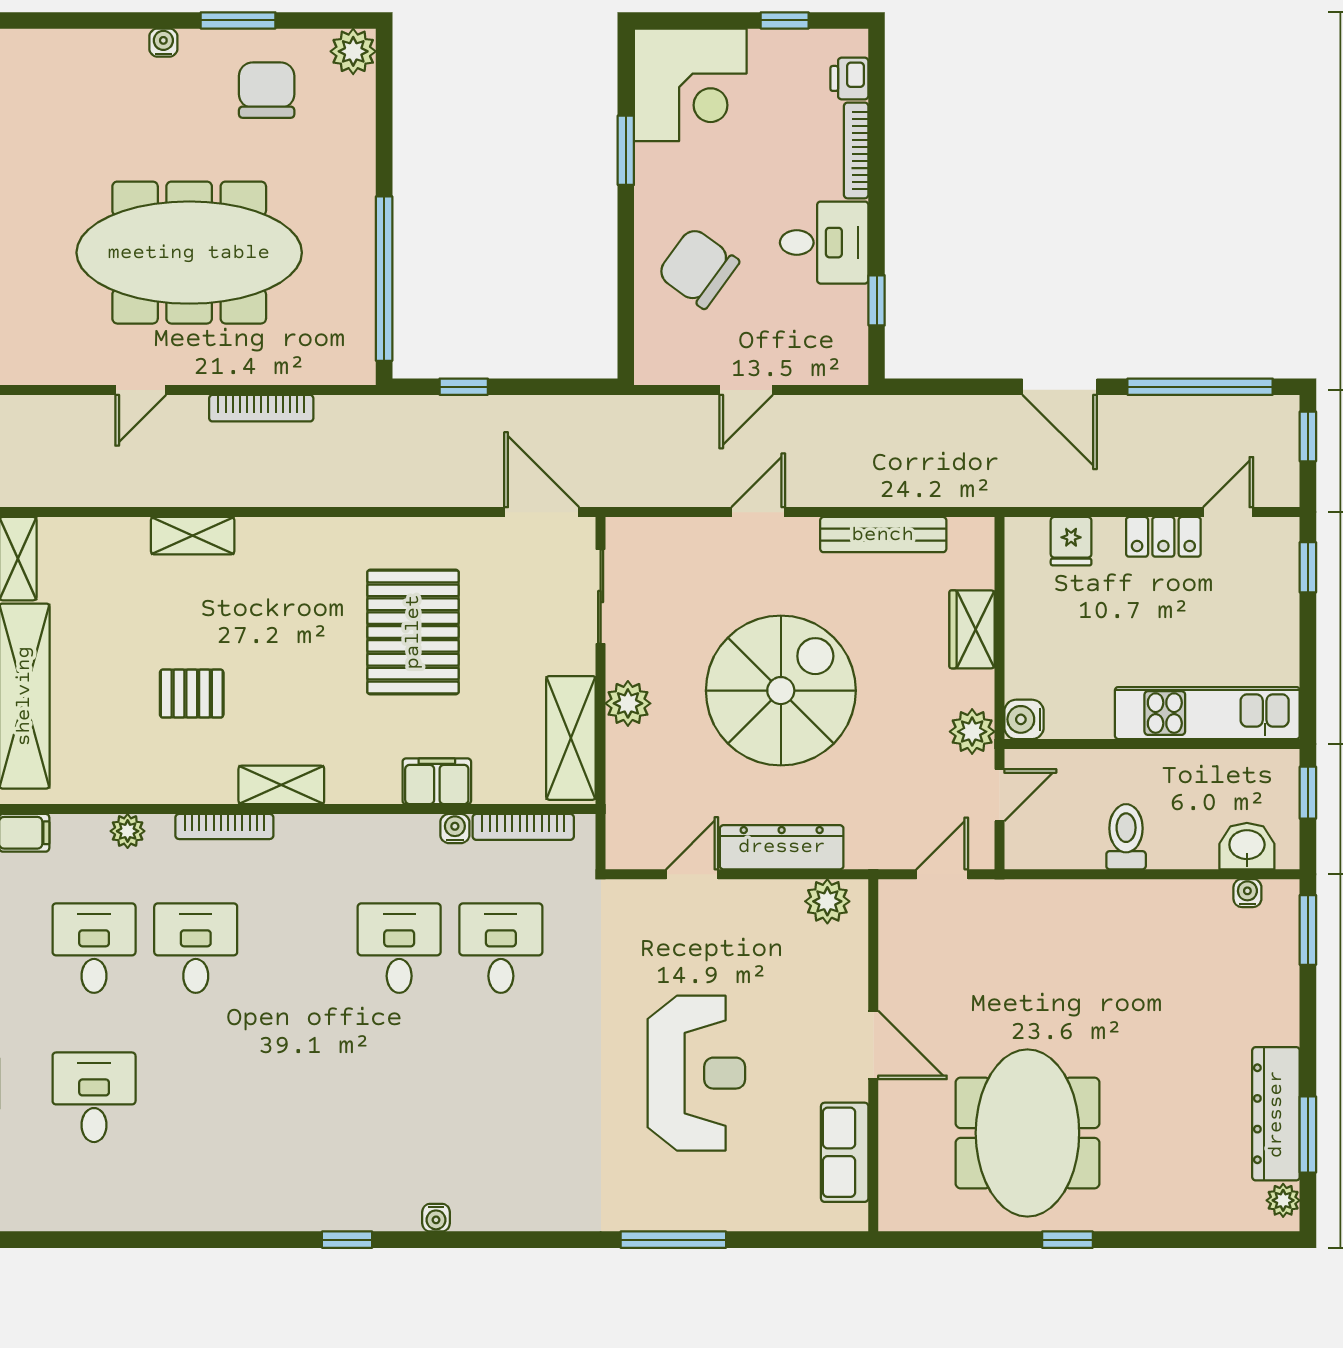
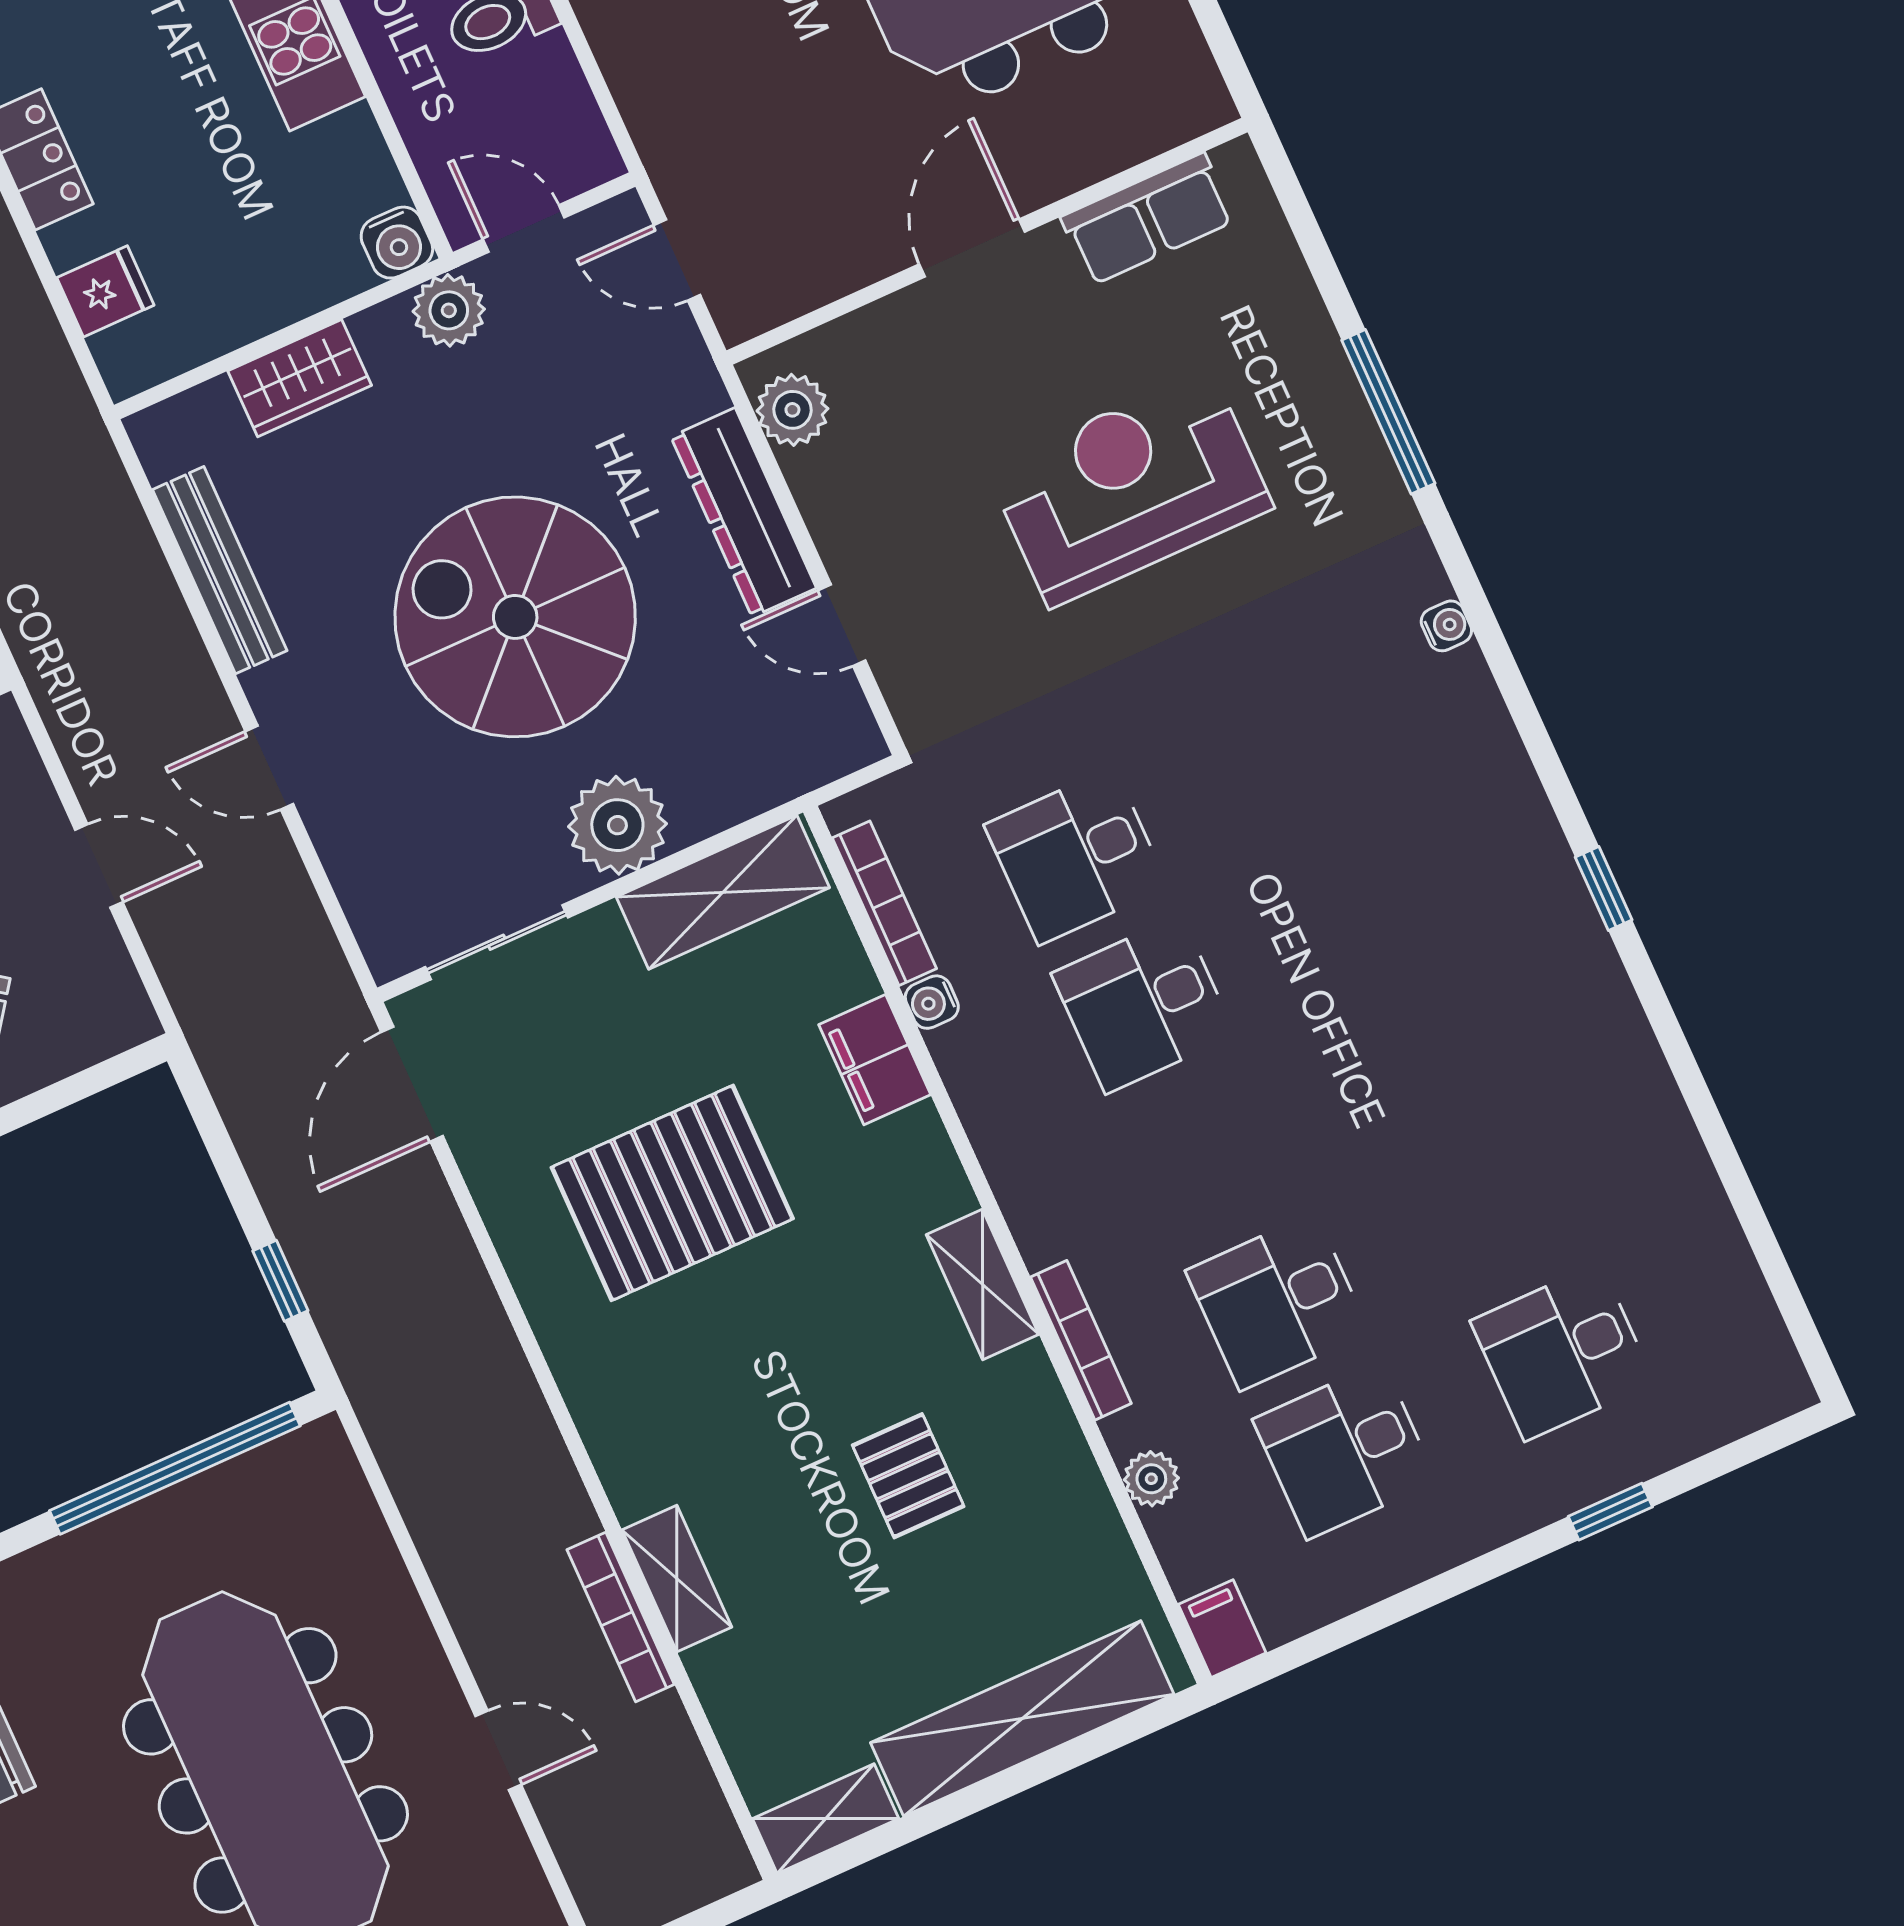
bookcase: (261, 408) -> (621, 1617), moved, turned 180
plant: (628, 703) -> (617, 825), width x1.36, depth x1.36
water cooler: (436, 1218) -> (1446, 626), moved

